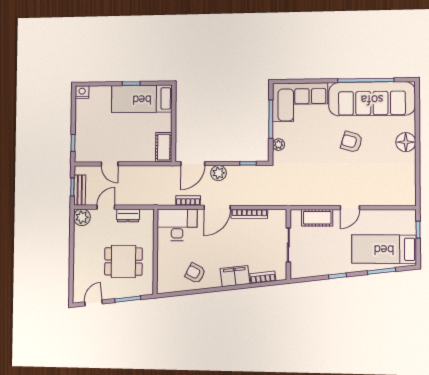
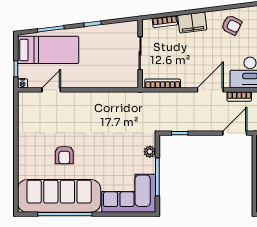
armchair: (352, 142) -> (64, 155), moved, turned 74
floor lamp: (406, 142) -> (27, 153), removed
plant: (218, 173) -> (209, 124), removed
door: (350, 208) -> (51, 90), moved
bookcase: (249, 214) -> (163, 84), moved
nightstand: (411, 214) -> (22, 83), added
cot: (317, 218) -> (112, 80), removed

